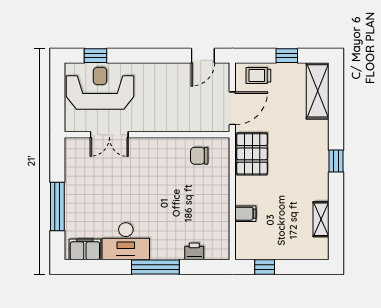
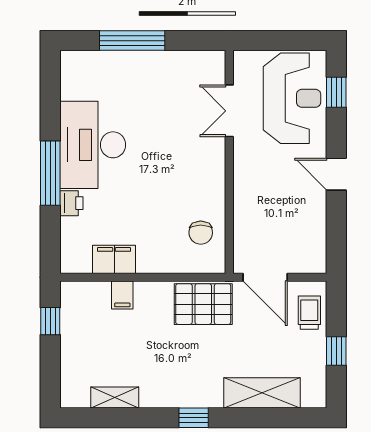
door: (203, 56) -> (336, 174), moved
shelving: (318, 91) -> (262, 393), moved
chair: (199, 156) -> (201, 233), turned 180
desk: (126, 241) -> (93, 145), width x1.36, depth x1.30
filing cabinet: (85, 249) -> (114, 259), moved, turned -90
printer: (194, 251) -> (71, 203), moved

